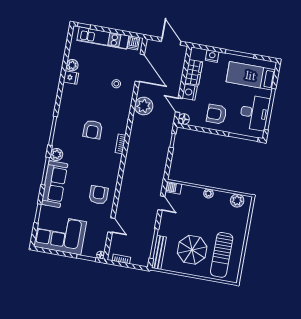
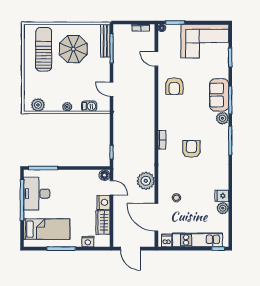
armchair: (217, 114) -> (73, 186), removed
sofa: (54, 184) -> (219, 95), width x0.73
barbecue: (173, 188) -> (89, 106), moved

